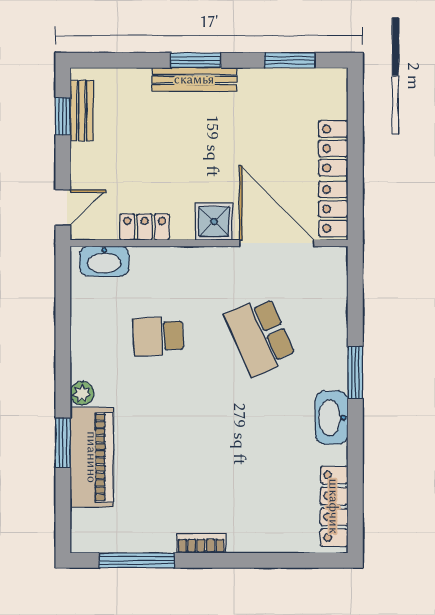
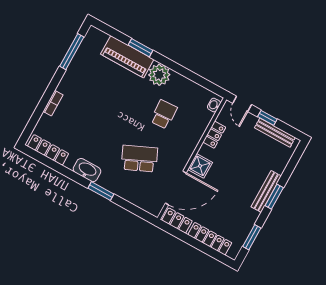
bench: (82, 111) -> (275, 133), width x1.36
window: (63, 116) -> (267, 118), moved
locker: (333, 148) -> (210, 239), width x1.53
washbasin: (104, 261) -> (214, 105), width x0.52, depth x0.69
plant: (82, 393) -> (159, 75), width x1.88, depth x1.88
bookcase: (201, 543) -> (53, 103), moved

